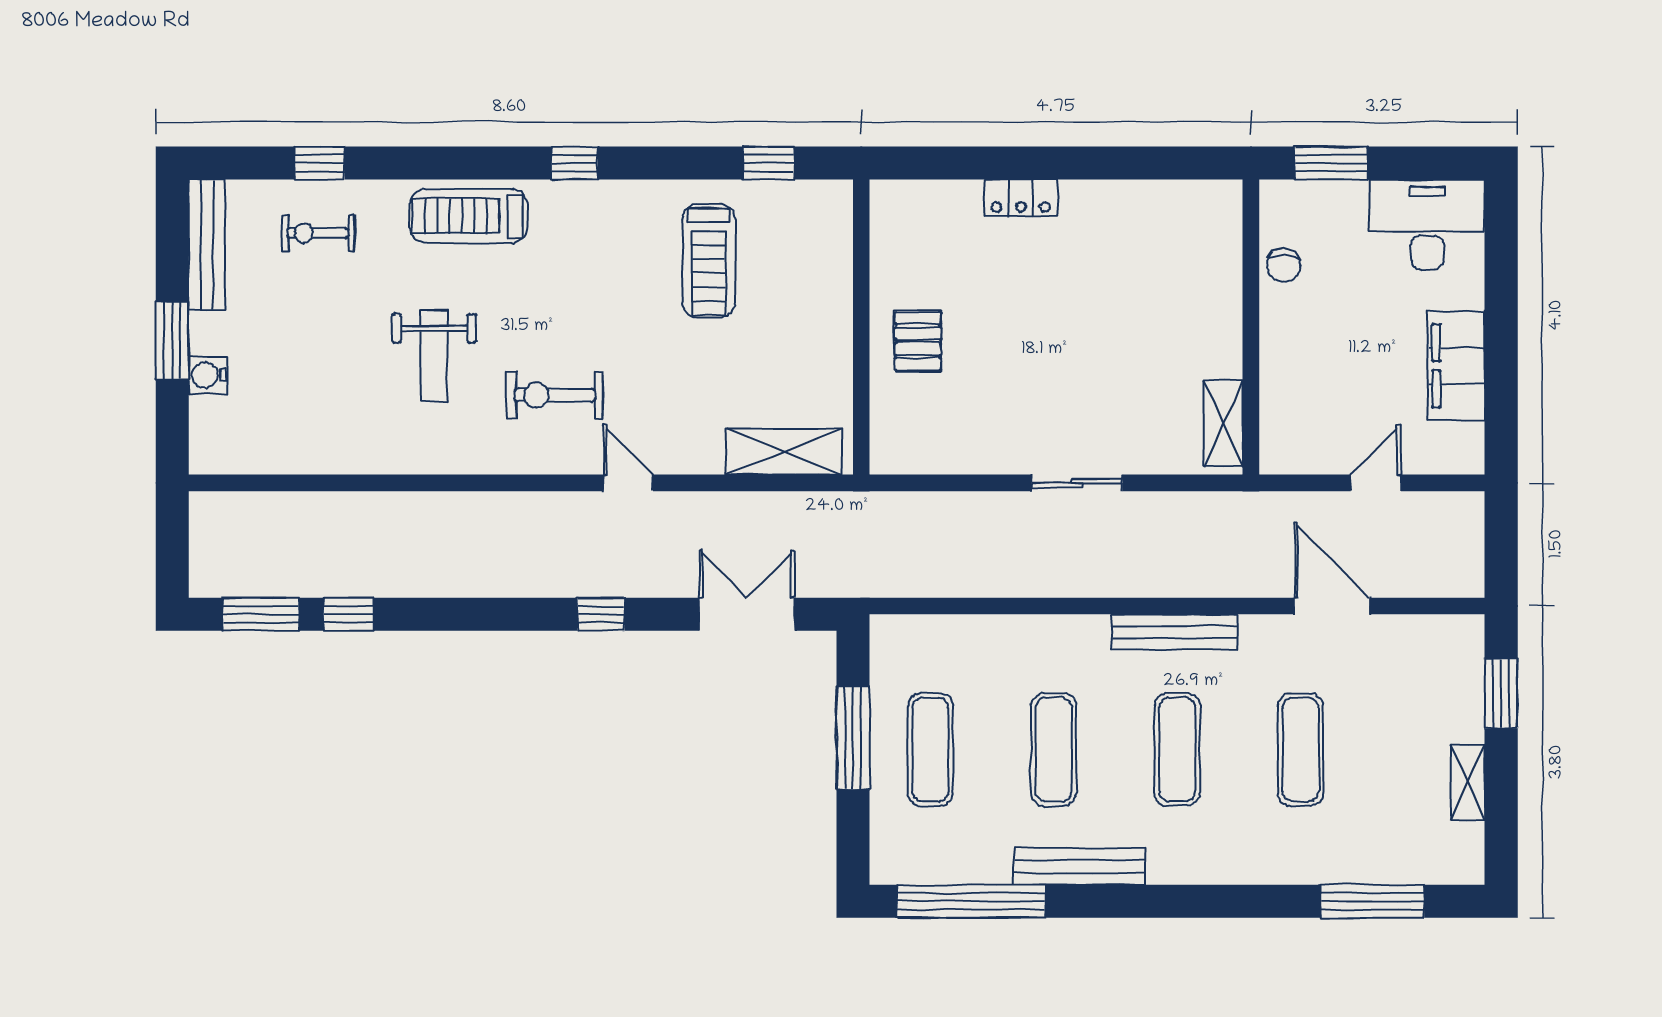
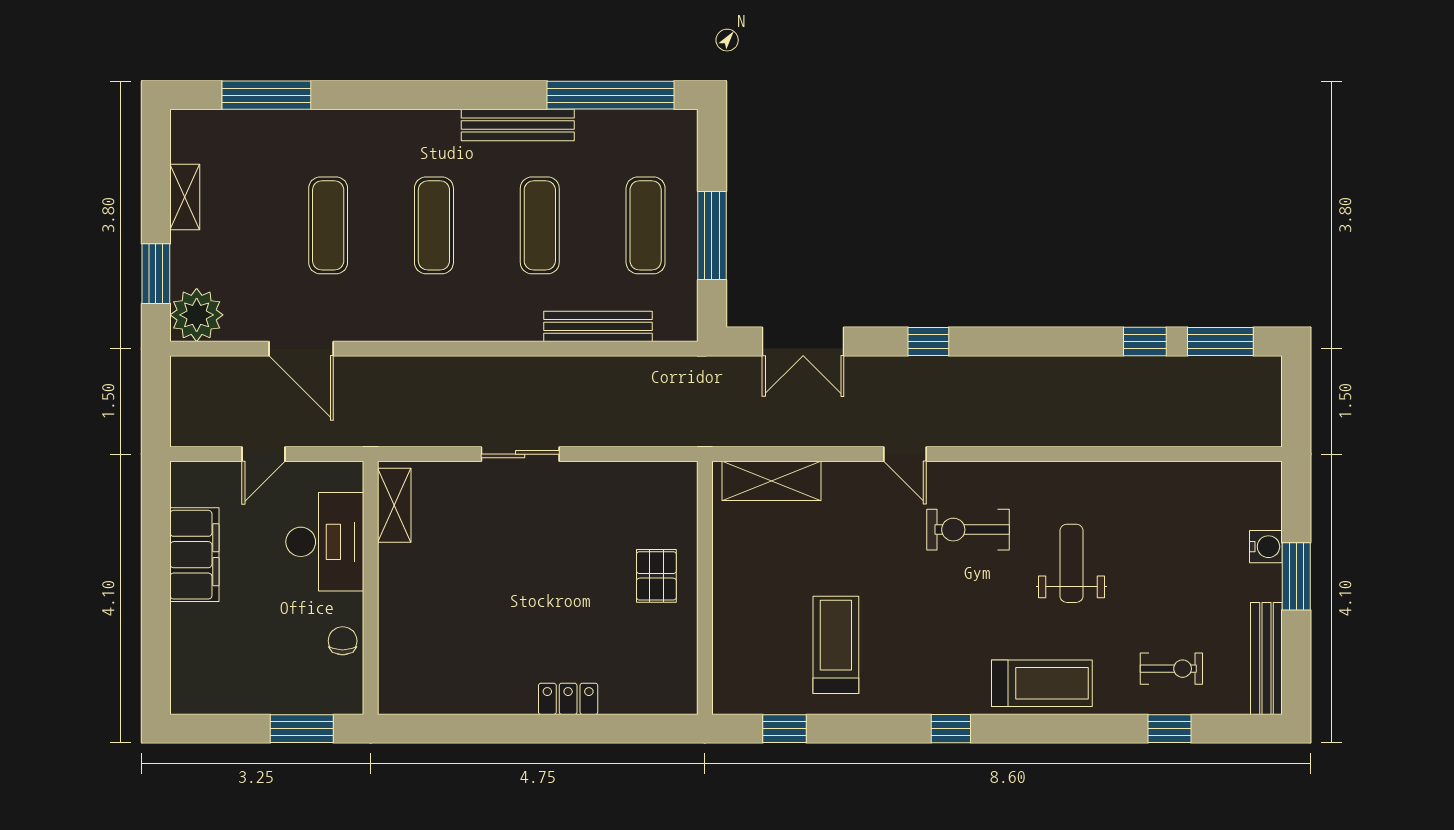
desk: (1427, 225) -> (325, 542), moved, turned -90
exercise bike: (555, 395) -> (968, 530), turned 180
bench: (1175, 632) -> (598, 326), moved
plant: (1454, 645) -> (197, 315), added

